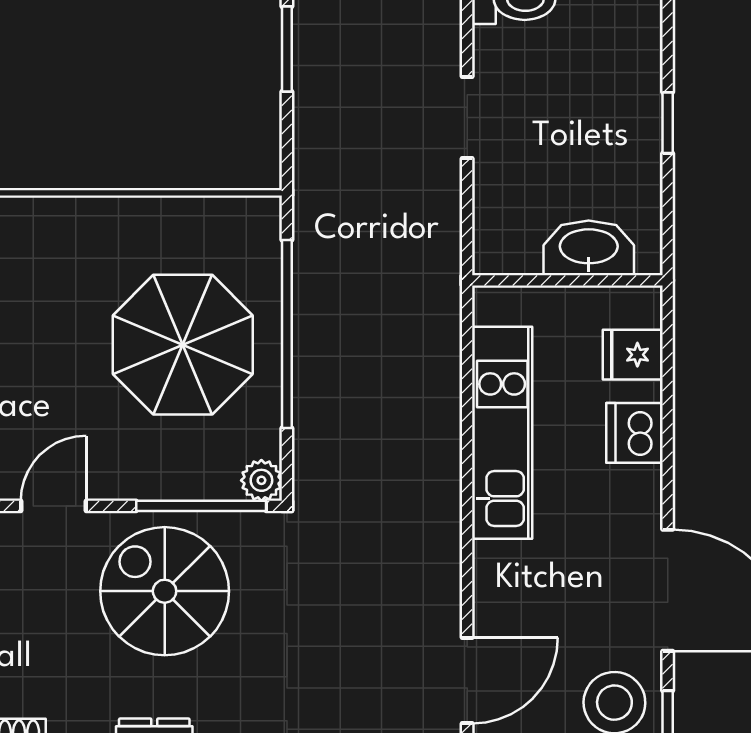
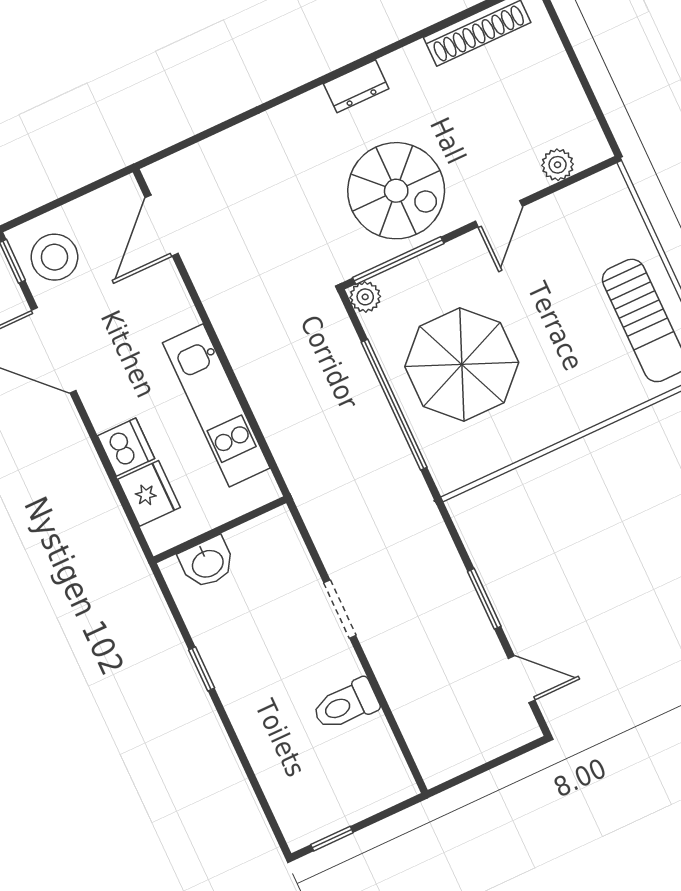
washbasin: (589, 248) -> (207, 563), width x0.72
fridge: (633, 355) -> (149, 493), width x1.38

